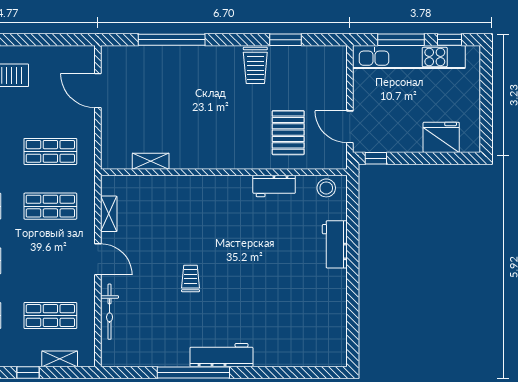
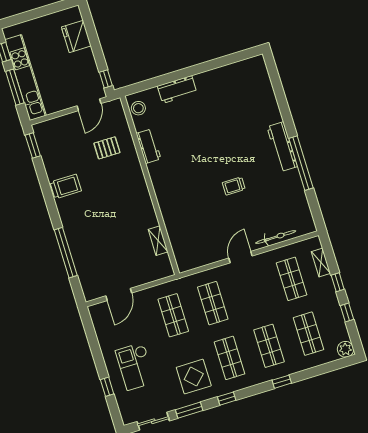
window: (286, 40) -> (33, 145), moved
pallet: (288, 133) -> (107, 148), width x0.67, depth x0.71
shelving: (109, 214) -> (205, 259), removed

